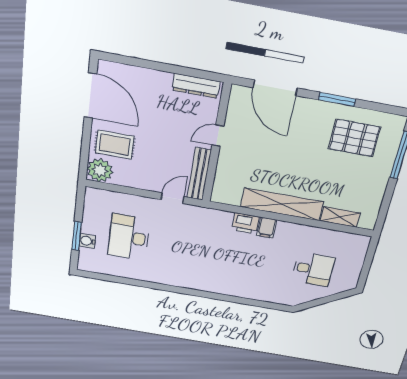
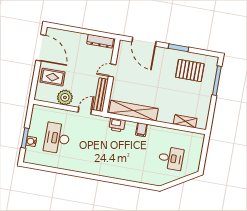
plant: (100, 170) -> (65, 97), moved
shelving: (282, 204) -> (134, 111), moved
printer: (246, 223) -> (117, 125), moved

